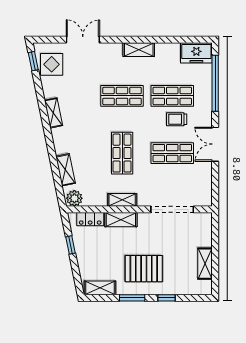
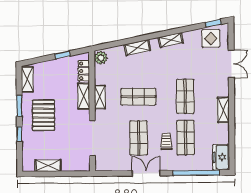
shelving: (65, 170) -> (137, 48), moved

